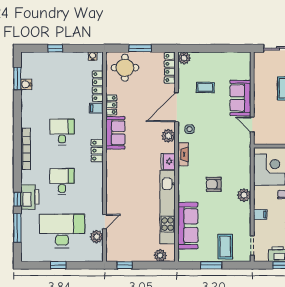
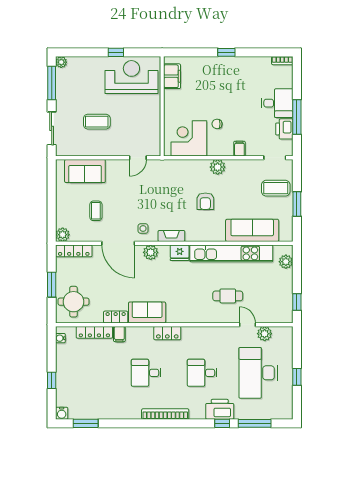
water cooler: (26, 84) -> (62, 413), moved
sofa: (240, 98) -> (85, 171), moved
cafe table: (130, 204) -> (228, 296), added

